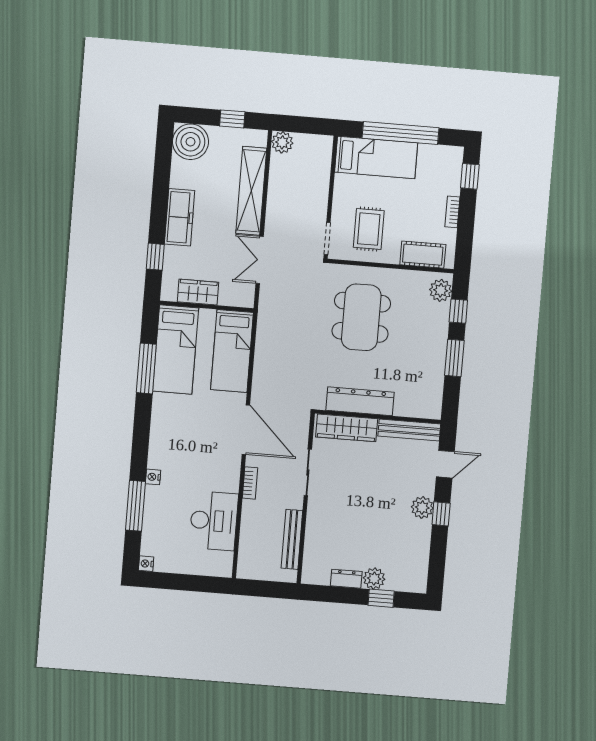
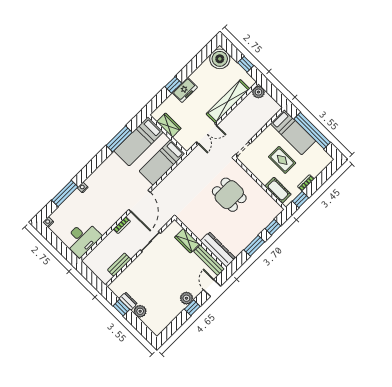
window: (470, 176) -> (300, 200), moved
freezer: (180, 217) -> (185, 90), width x0.71
rug: (369, 229) -> (282, 160), moved, turned 90
window: (155, 257) -> (173, 85), moved
double door: (260, 260) -> (207, 134), swing flipped
plant: (441, 290) -> (273, 212), removed
dining table: (361, 317) -> (229, 195), width x0.73
dresser: (360, 401) -> (218, 249), moved
wardrobe: (347, 428) -> (187, 241), width x0.67
door: (445, 464) -> (212, 288), swing flipped
desk: (214, 521) -> (82, 239), moved
bench: (292, 539) -> (119, 265), width x0.73
window: (381, 598) -> (121, 308), moved

